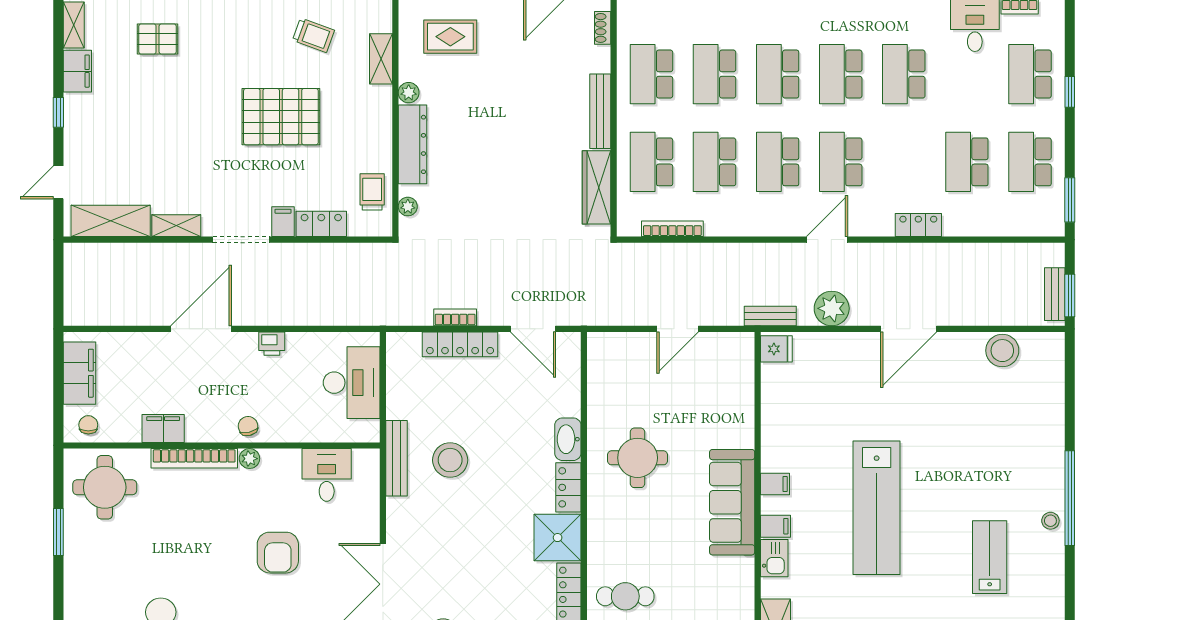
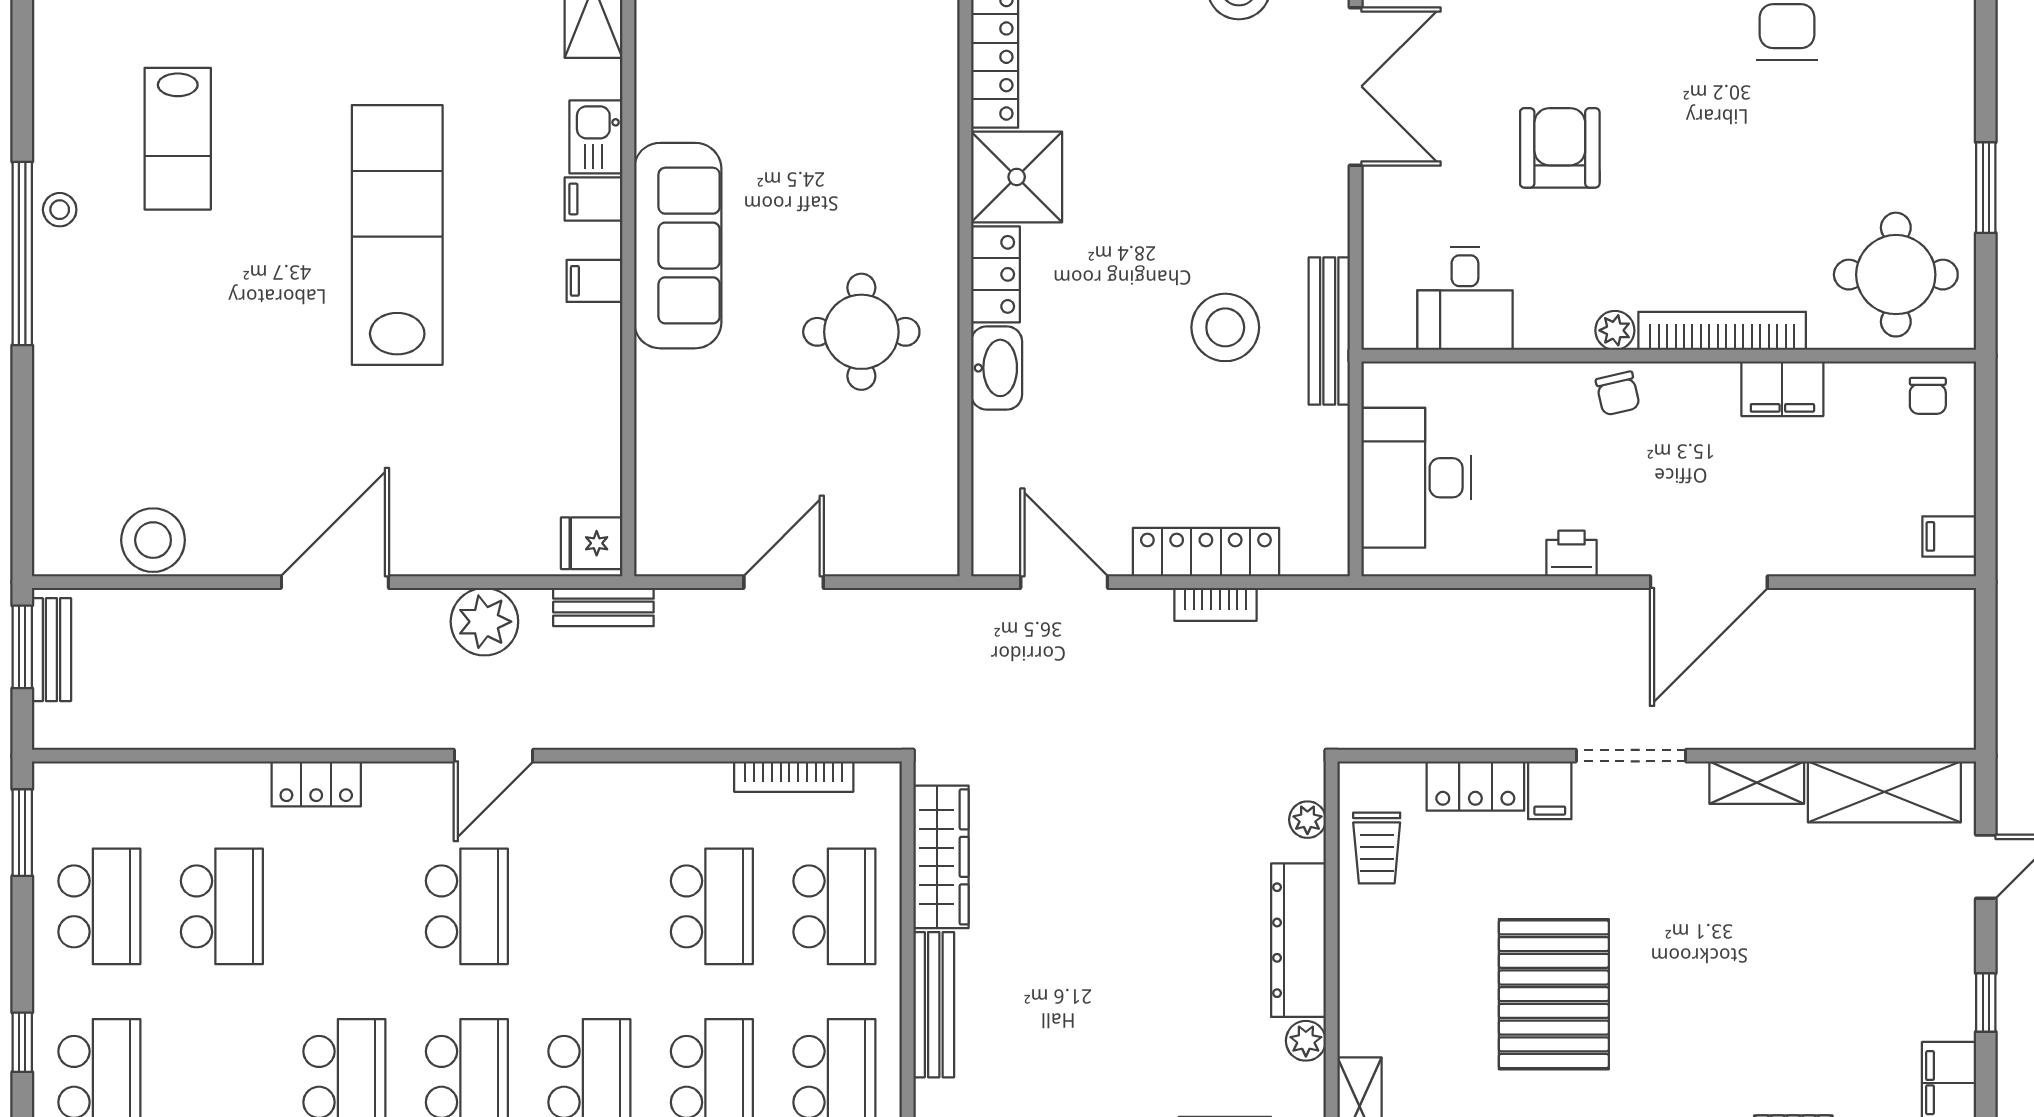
pallet: (281, 117) -> (1554, 994), turned 90
school desk: (778, 162) -> (589, 906), removed
filing cabinet: (80, 373) -> (1949, 536), width x0.33, depth x0.86
cafe table: (625, 596) -> (885, 63), removed

